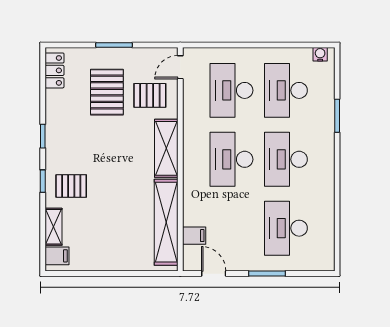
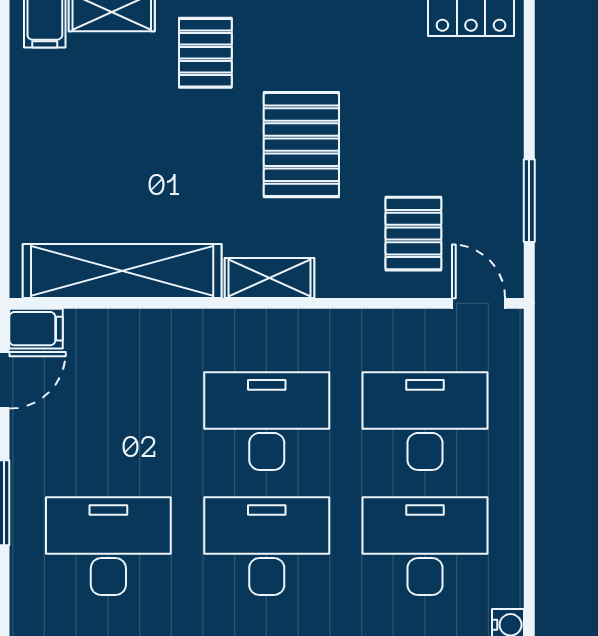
window: (114, 45) -> (529, 201), moved
pallet: (107, 92) -> (301, 145), moved, turned 90
shelving: (166, 148) -> (270, 278), width x0.67, depth x0.75
filing cabinet: (194, 236) -> (36, 329), moved, turned -90

